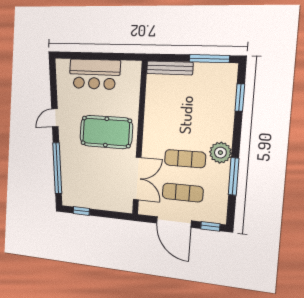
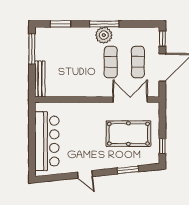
bar counter: (94, 74) -> (47, 141), width x1.36
pool table: (106, 132) -> (128, 134), moved, turned 90
window: (57, 168) -> (128, 170), width x0.47
window: (234, 176) -> (104, 24), moved

